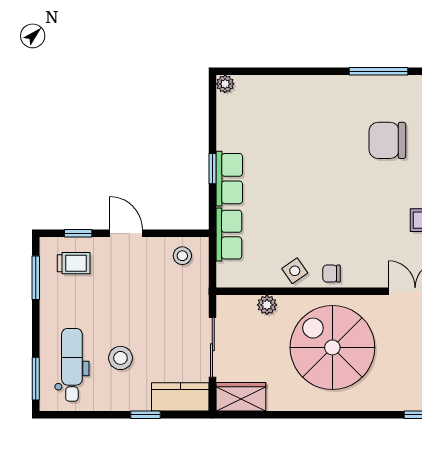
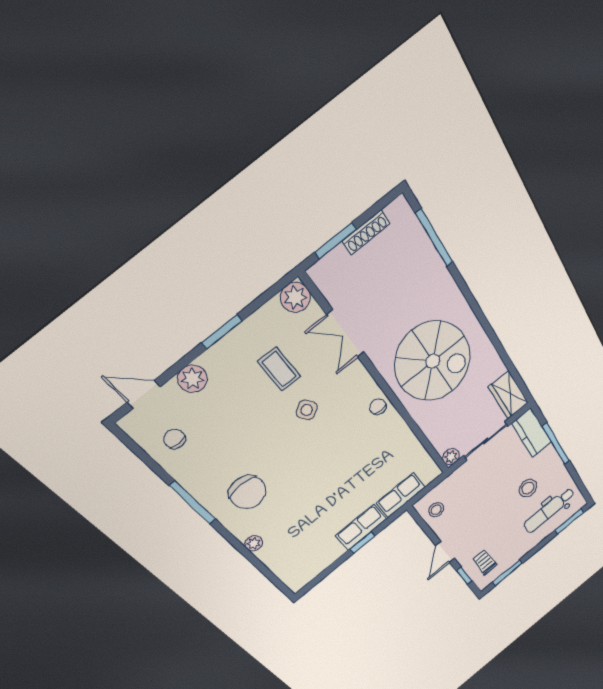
plant: (225, 84) -> (254, 543), moved
chair: (387, 140) -> (248, 492), moved
side table: (295, 271) -> (307, 410), moved
chair: (332, 274) -> (378, 407), turned 180
plant: (267, 305) -> (451, 457), moved
spiral stairs: (332, 347) -> (433, 361), turned -90
window: (146, 415) -> (556, 444), width x2.17

